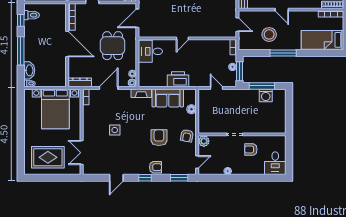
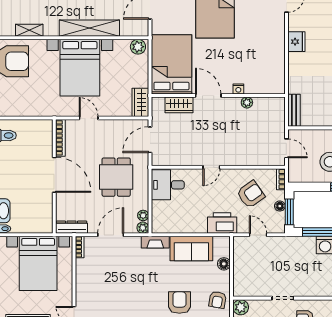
armchair: (211, 58) -> (251, 194), added
printer: (178, 79) -> (222, 223), moved
side table: (115, 130) -> (119, 292), removed

